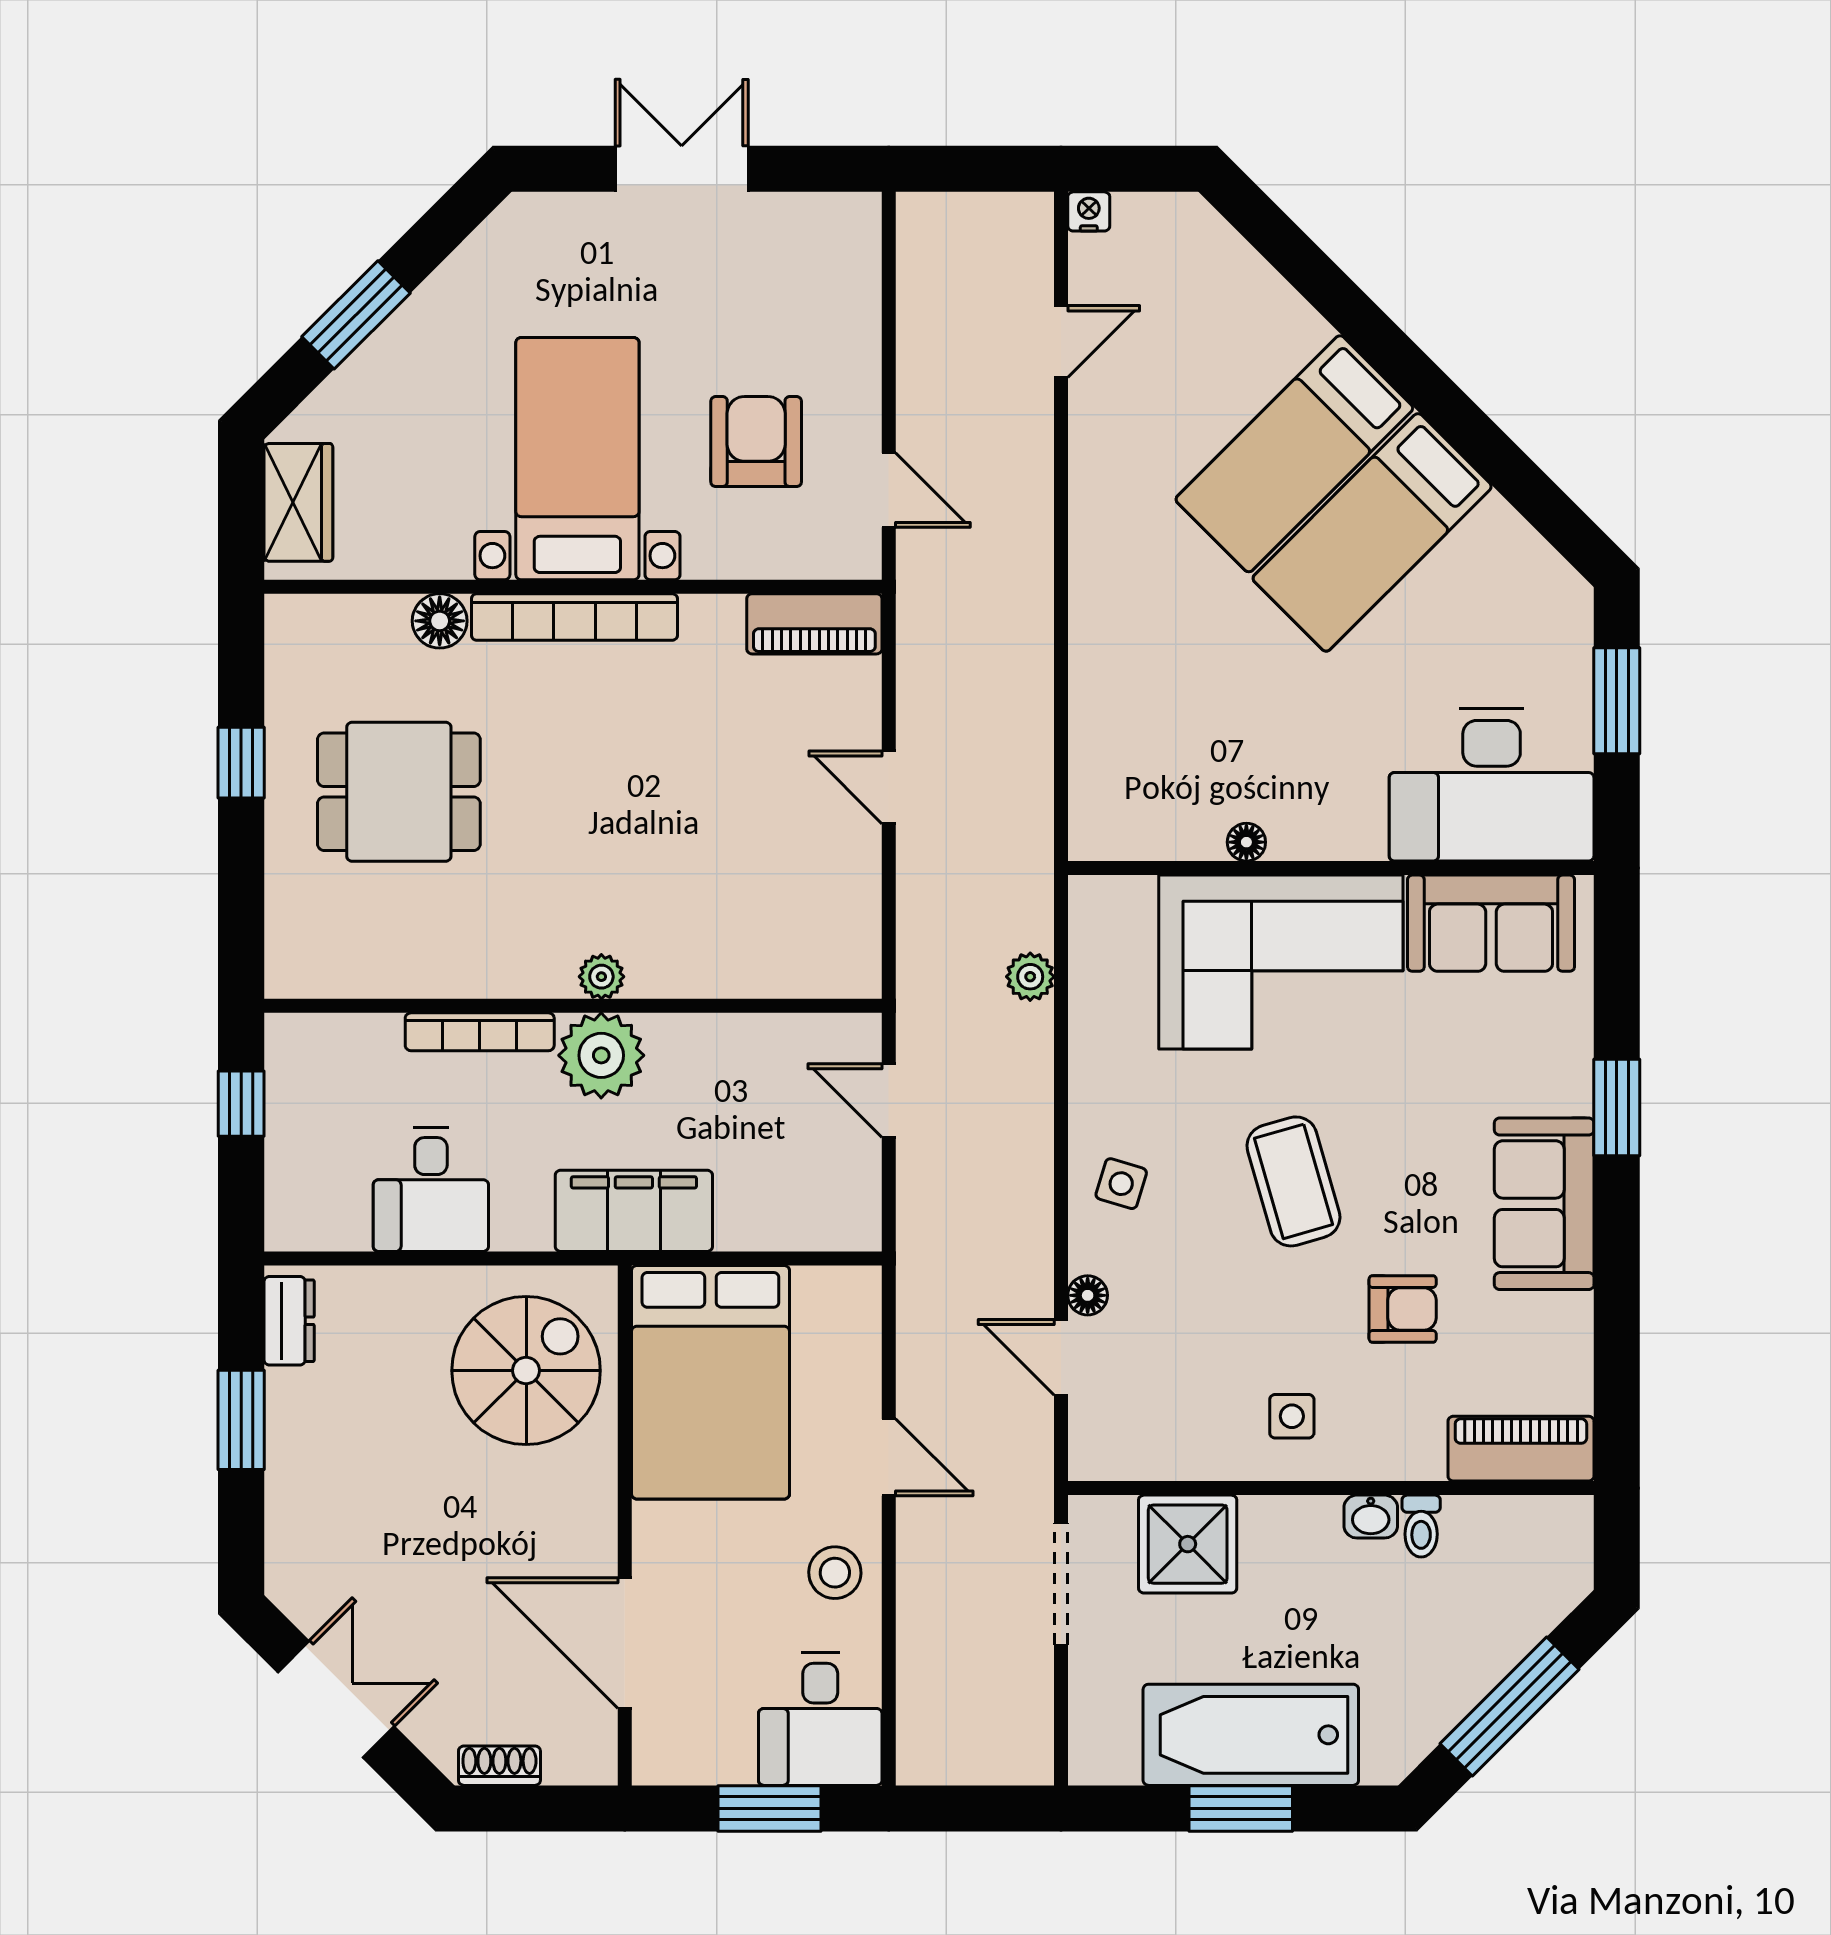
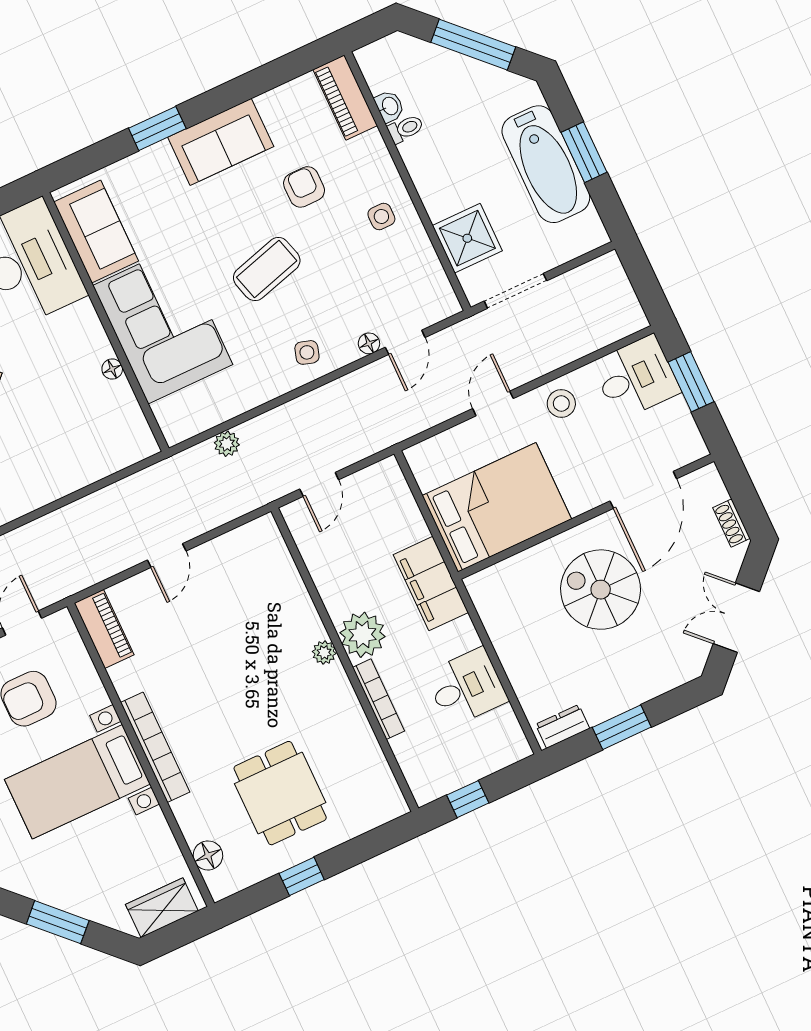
floor lamp: (440, 621) -> (208, 855), moved
spiral stairs: (526, 1371) -> (601, 590), moved
washbasin: (1371, 1517) -> (389, 106), moved

